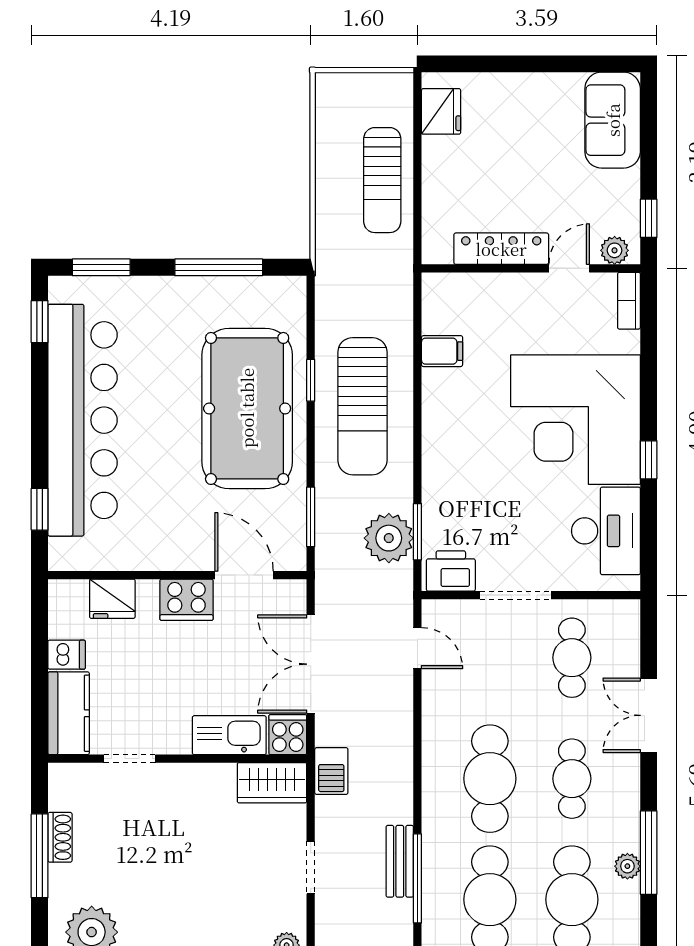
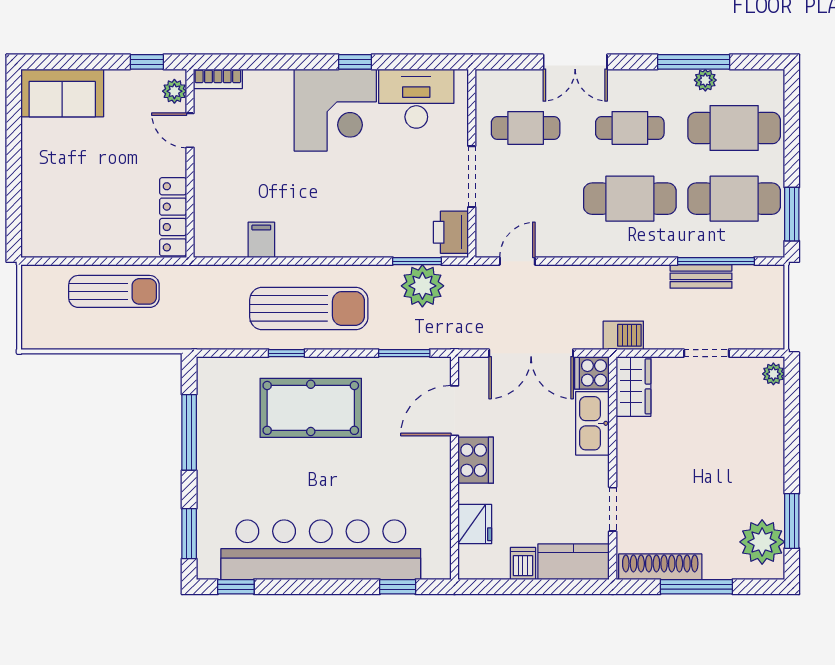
fridge: (441, 111) -> (55, 241), removed
locker: (501, 249) -> (173, 217), moved
pool table: (247, 408) -> (311, 408), width x0.73, depth x0.76
corner desk: (576, 420) -> (335, 110), width x0.74, depth x0.74
shoe rack: (60, 837) -> (660, 567), width x1.94, depth x1.24

